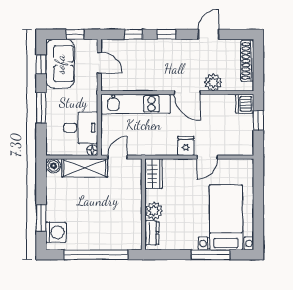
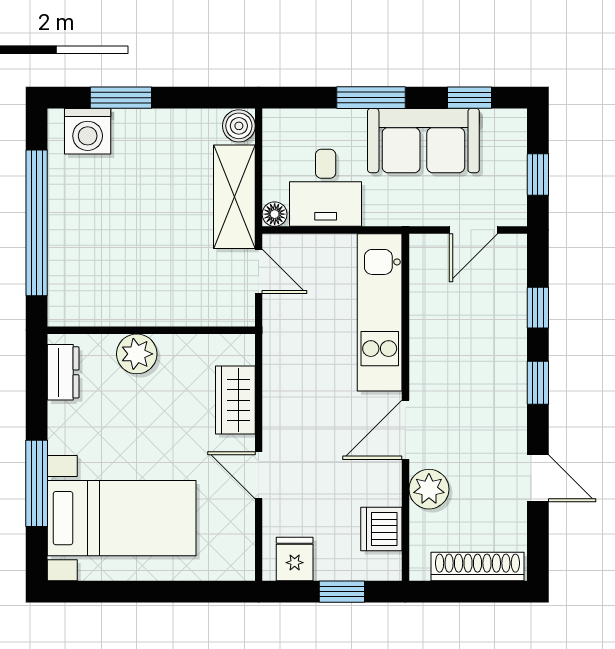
sofa: (60, 64) -> (423, 141), moved
dishwasher: (245, 104) -> (381, 529), moved, turned -90
fridge: (186, 146) -> (295, 559), moved, turned -90
wardrobe: (154, 174) -> (235, 400), moved, turned 90
dresser: (152, 233) -> (63, 372), moved, turned -90

